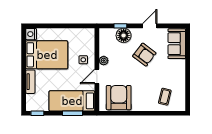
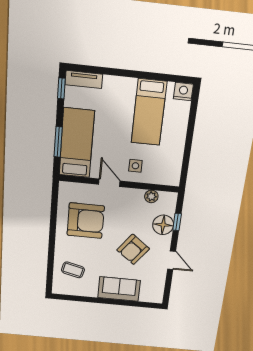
sofa: (177, 44) -> (119, 289), moved
bed: (47, 55) -> (149, 112), width x0.67
plant: (104, 61) -> (151, 196), moved
tv unit: (30, 82) -> (84, 80), moved
armchair: (119, 98) -> (86, 221), moved

